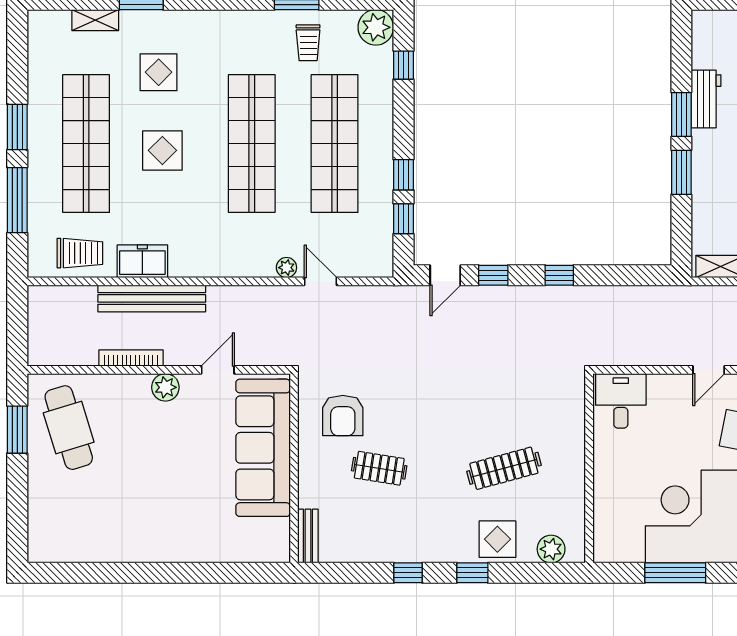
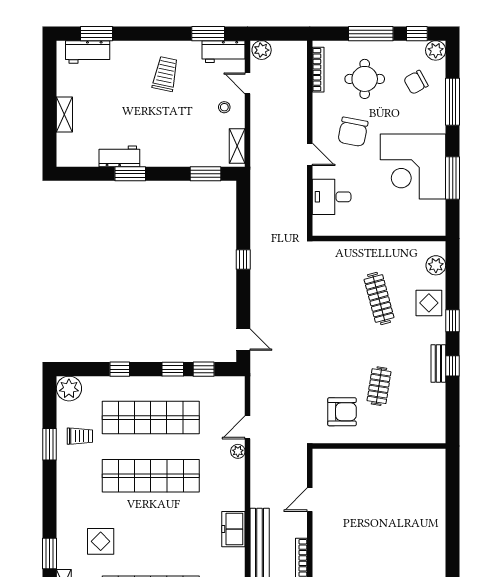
window: (403, 65) -> (120, 369), moved
display table: (162, 150) -> (156, 539), removed
window: (681, 172) -> (206, 174), moved
freezer: (142, 261) -> (233, 529), moved
window: (493, 275) -> (243, 306), removed
door: (218, 370) -> (310, 500), hinge flipped
plant: (165, 387) -> (322, 536), removed
desk: (621, 401) -> (332, 197), moved
sofa: (263, 448) -> (365, 468), removed
bench: (308, 536) -> (438, 364), moved, turned 90

